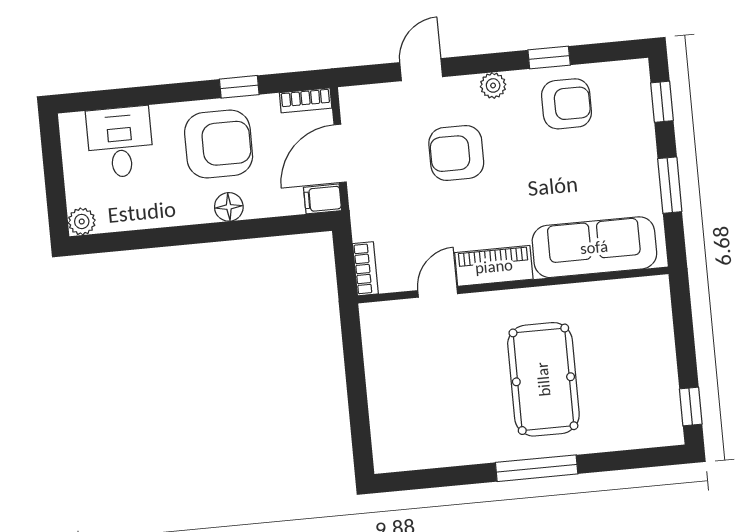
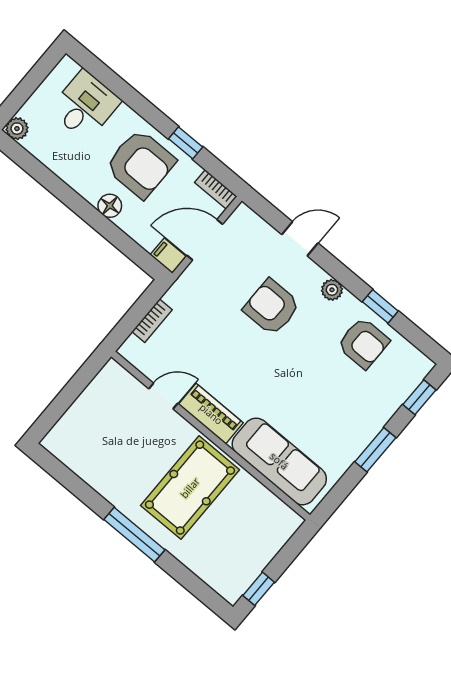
sofa: (594, 247) -> (279, 461), moved
piano: (494, 266) -> (211, 414), moved
wall: (513, 285) -> (211, 436), moved
door: (438, 292) -> (163, 396), moved

